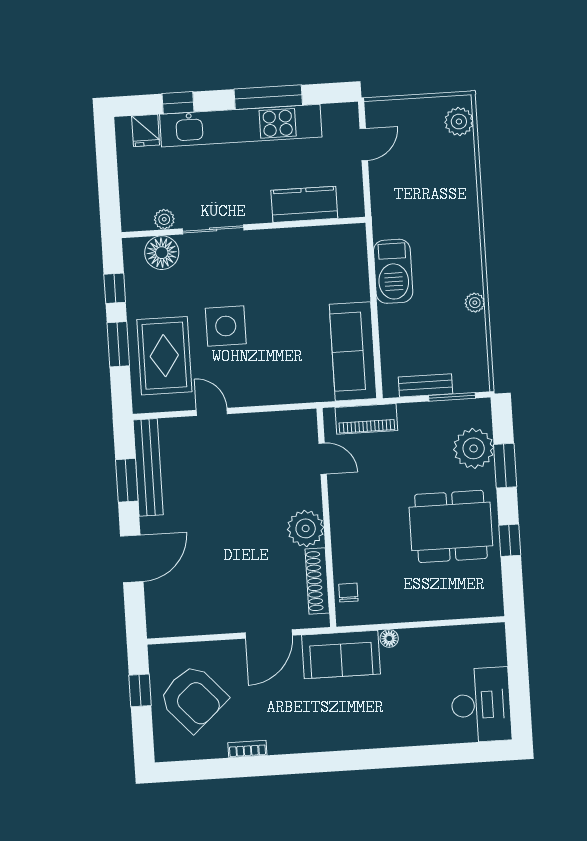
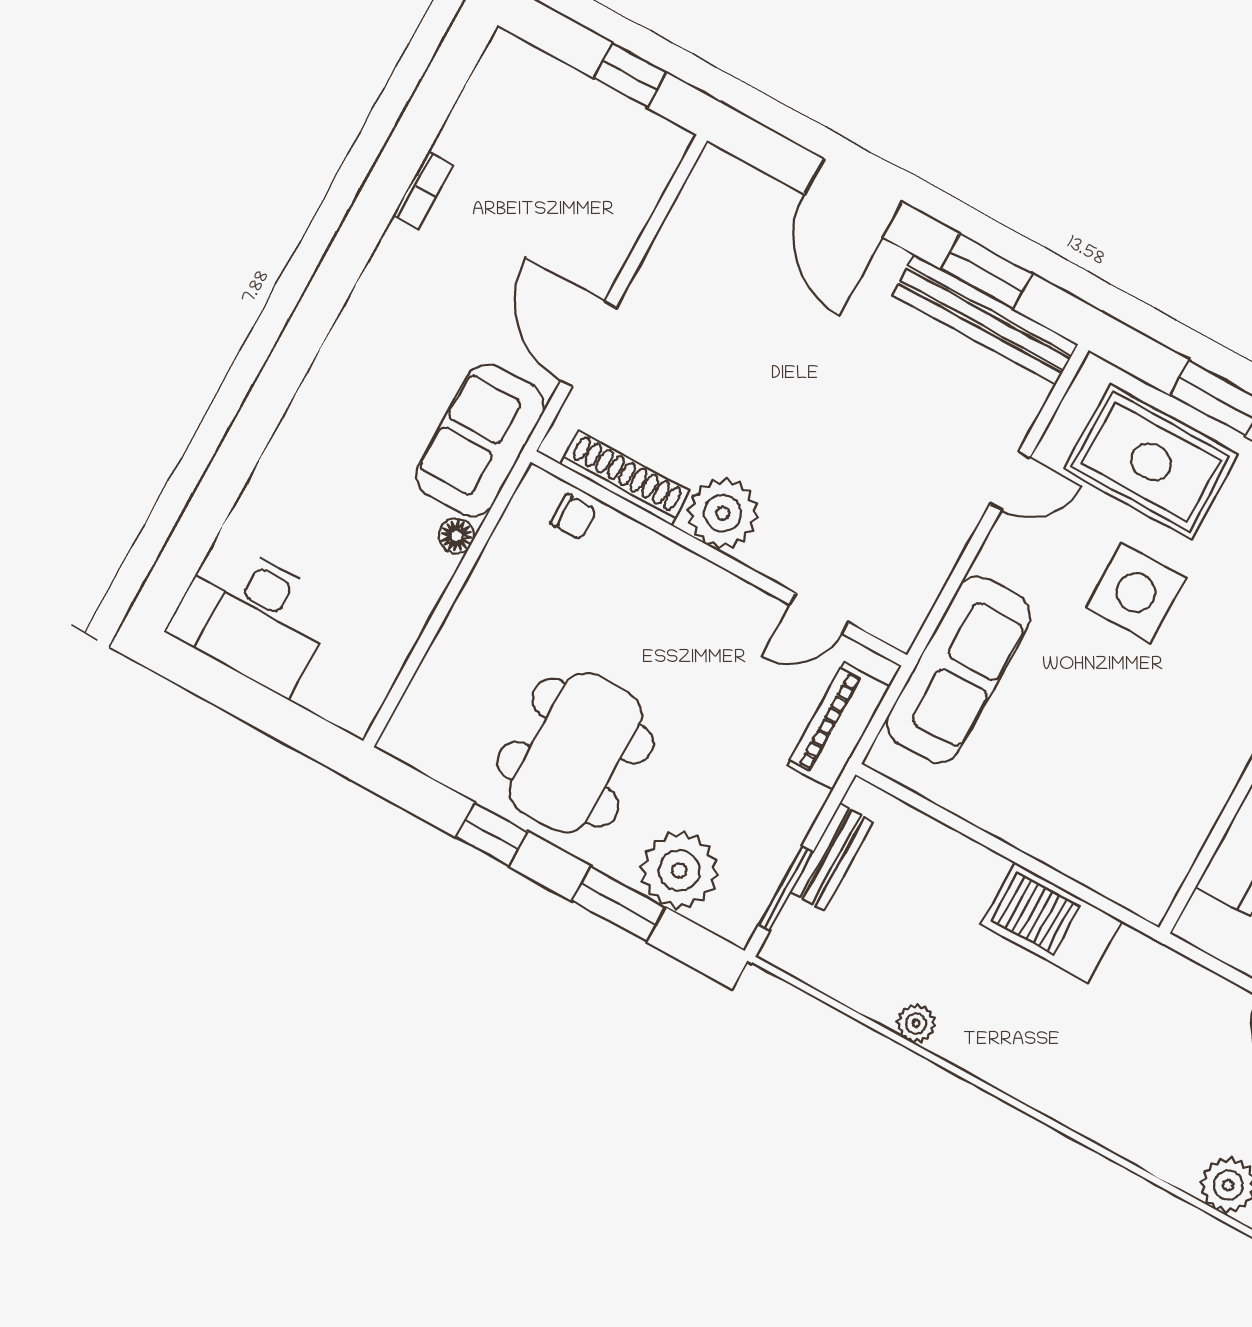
sofa: (353, 351) -> (959, 669), moved, turned 90
armchair: (193, 698) -> (562, 154), removed

